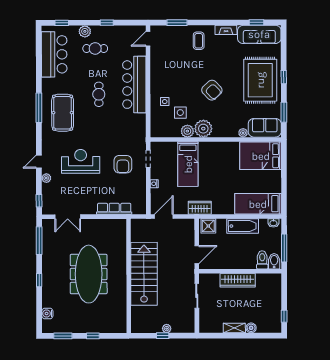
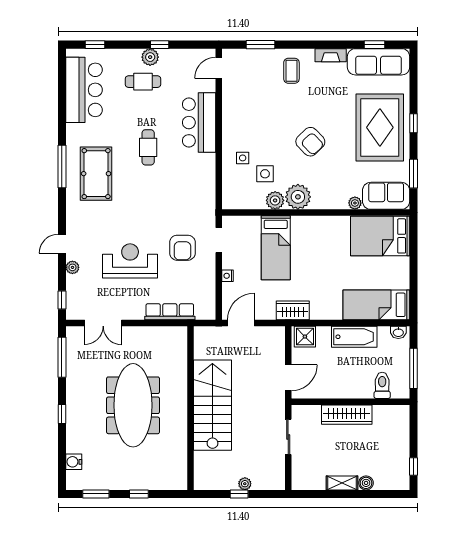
plant: (85, 31) -> (150, 57), moved
bar counter: (134, 85) -> (199, 123), width x0.73
reception desk: (81, 161) -> (130, 261), moved
bidet: (274, 261) -> (399, 387), removed

